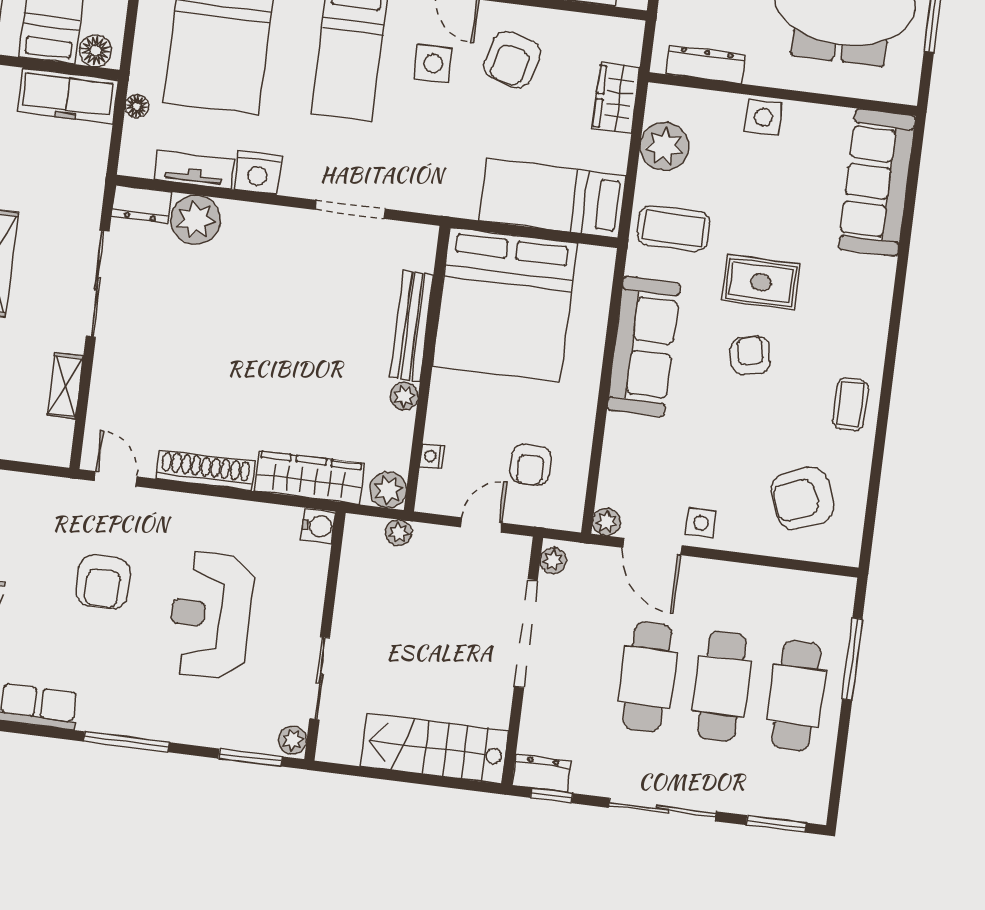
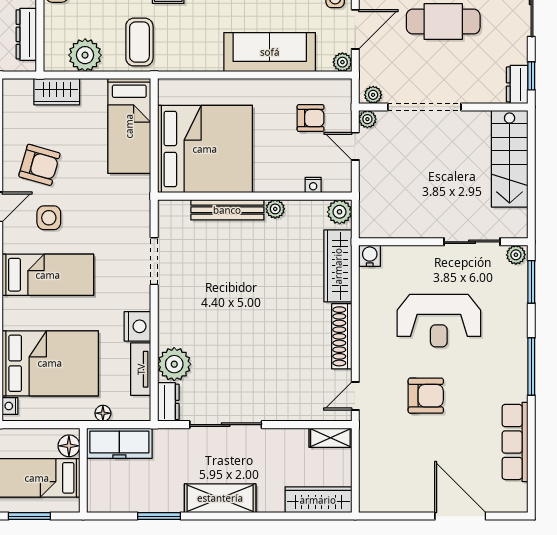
freezer: (68, 96) -> (119, 443), moved, turned 90
sofa: (644, 346) -> (270, 52), moved
shelving: (65, 386) -> (330, 438), moved
plant: (399, 533) -> (367, 119), moved

